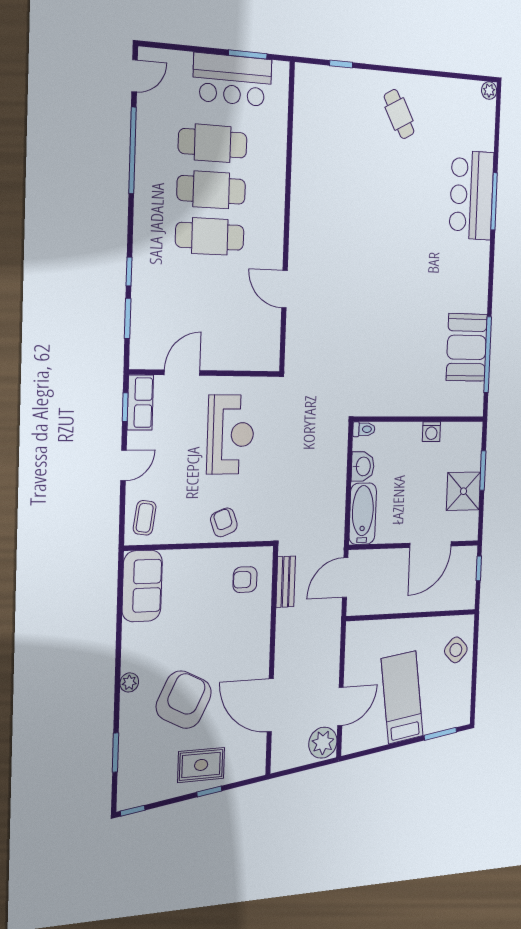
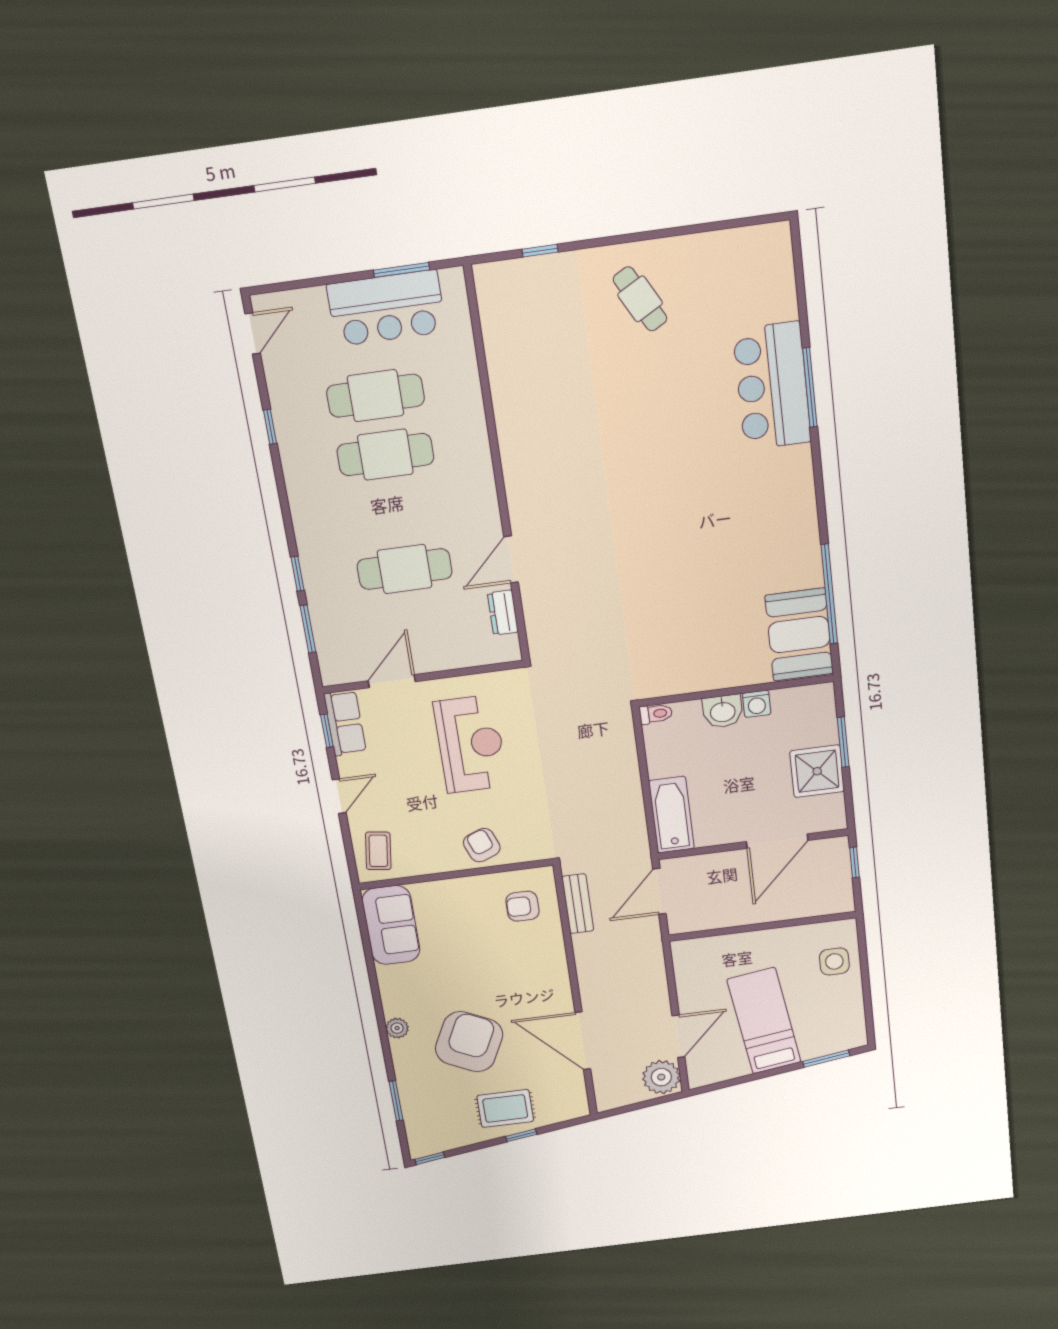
plant: (489, 91) -> (779, 234), removed
window: (132, 150) -> (270, 427), width x0.32
cafe table: (210, 236) -> (405, 569), moved
door: (284, 289) -> (511, 559), hinge flipped
dresser: (272, 330) -> (503, 613), added
booth: (467, 347) -> (799, 635), moved
washbasin: (363, 466) -> (723, 711), moved, turned 90
side table: (456, 650) -> (834, 961), turned 45

